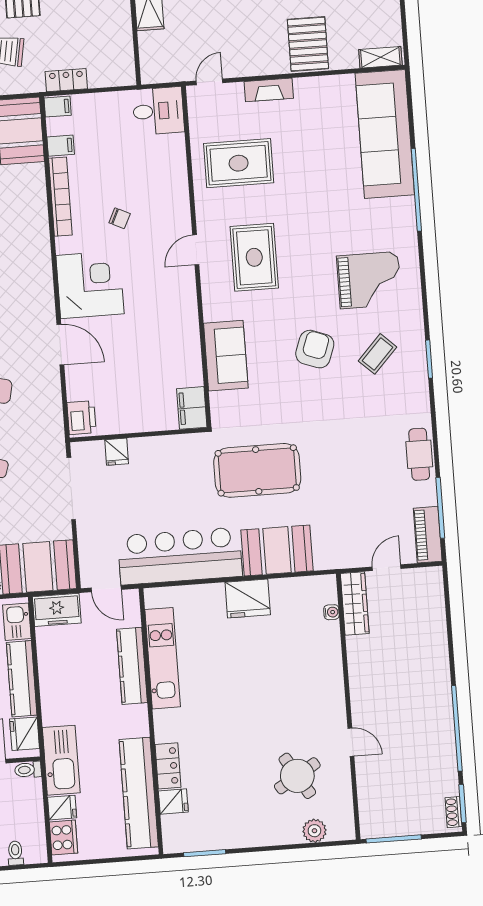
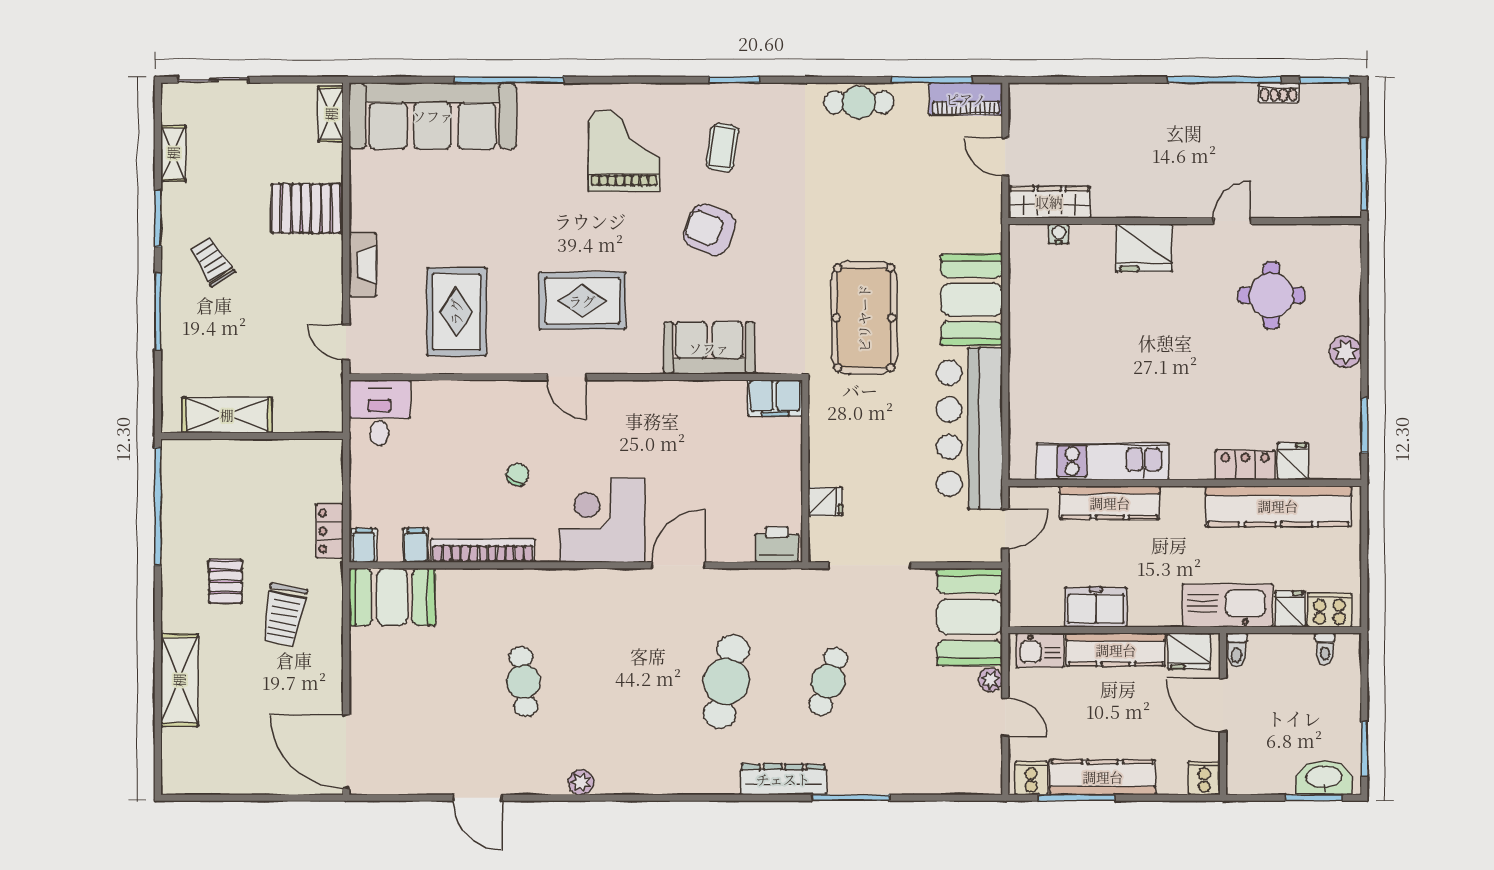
coffee table: (378, 354) -> (722, 147), turned 55
fridge: (248, 598) -> (1144, 248), moved, turned 90
freezer: (57, 610) -> (1096, 607), moved, turned -90
round table: (297, 776) -> (1271, 295), turned 31
shoe rack: (454, 812) -> (1279, 93), moved
plant: (314, 831) -> (1346, 352), moved
toilet: (15, 853) -> (1325, 649), moved, turned -90

